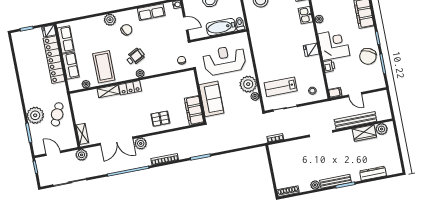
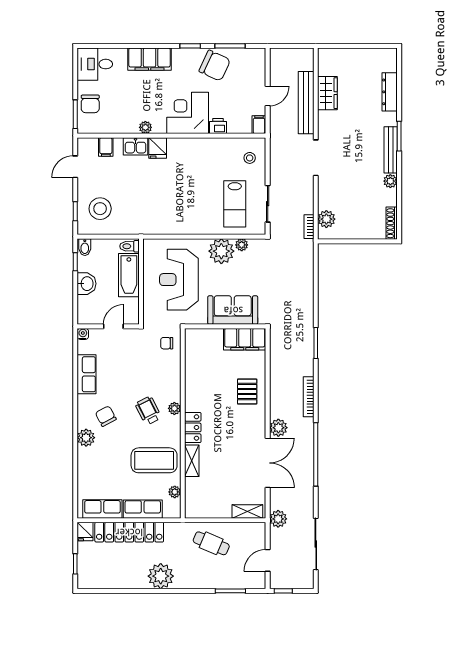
fridge: (311, 50) -> (158, 148), moved
plant: (35, 115) -> (161, 576), moved
plant: (382, 129) -> (326, 219), moved

